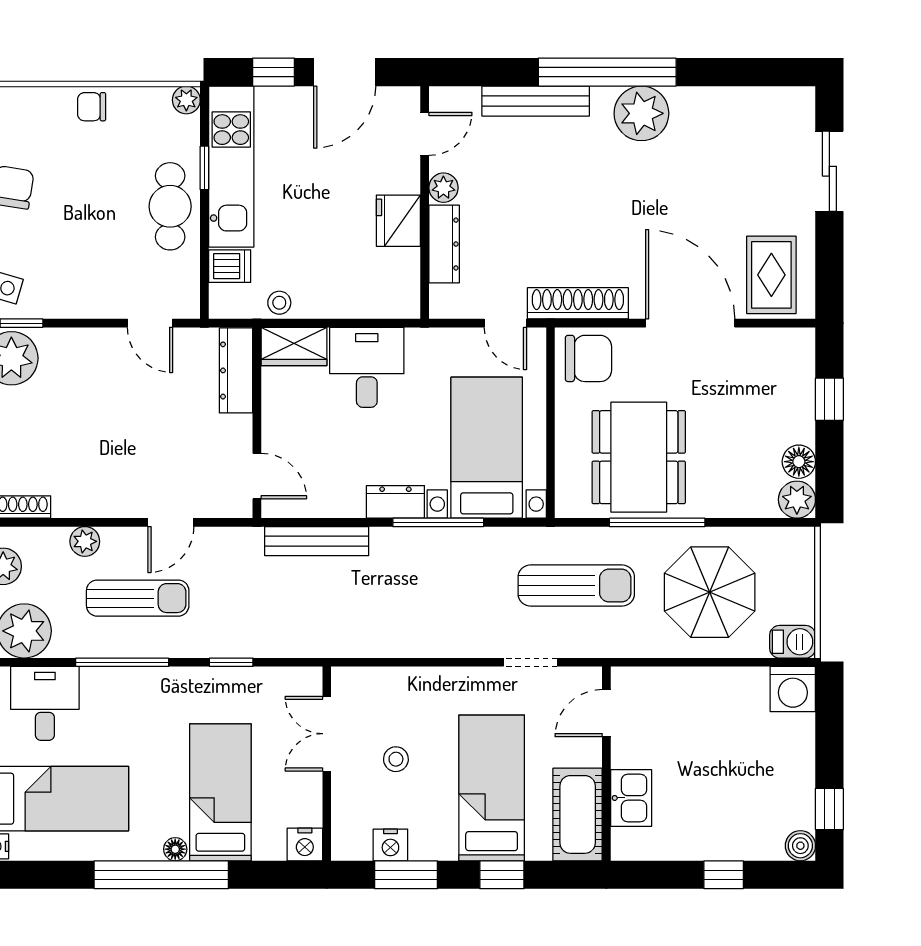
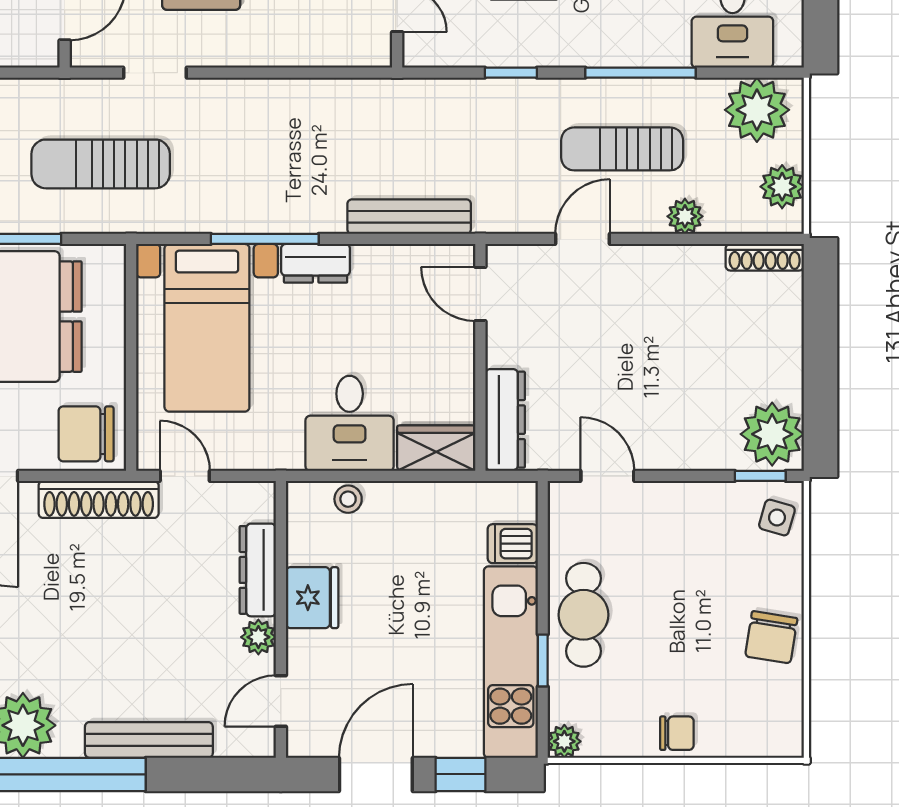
stool: (279, 303) -> (348, 499), moved

